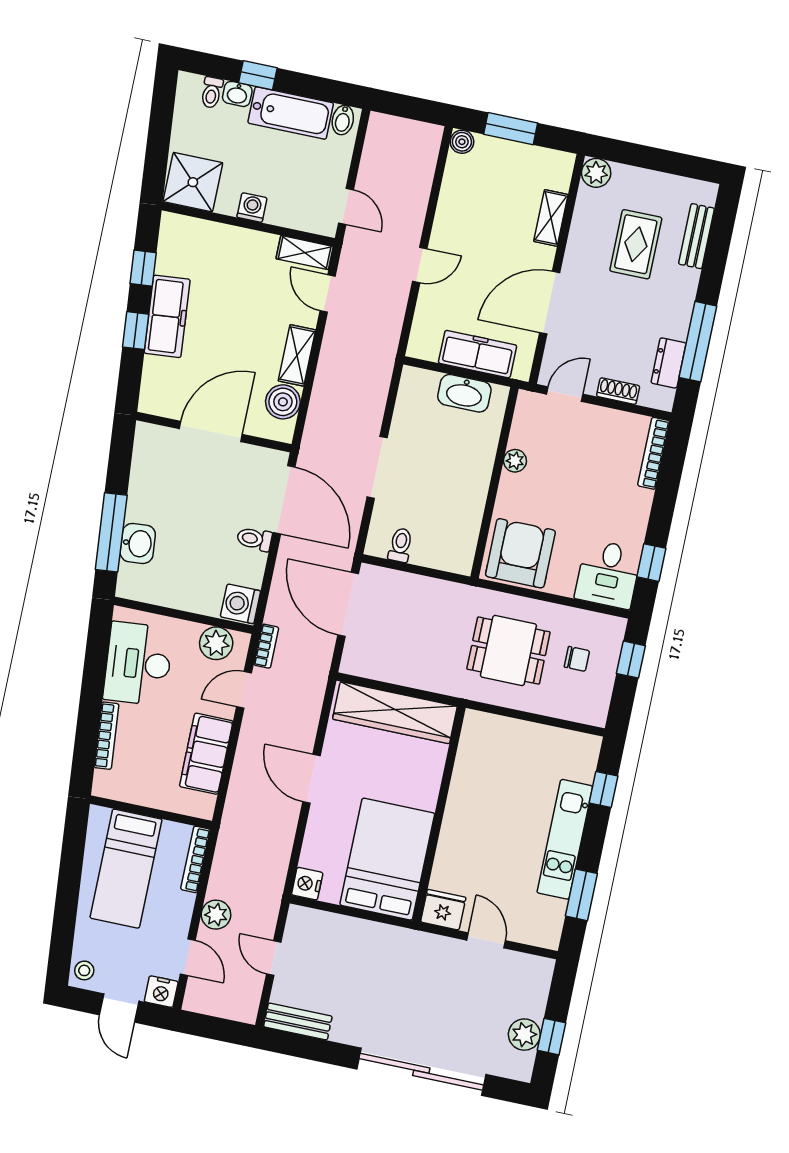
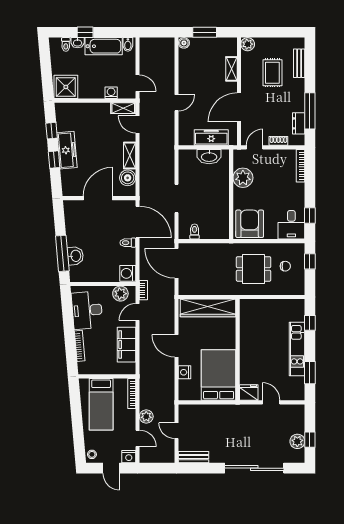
washing machine: (252, 207) -> (111, 93), moved
plant: (515, 461) -> (243, 178), width x1.88, depth x1.88
nightstand: (307, 884) -> (185, 372), moved

